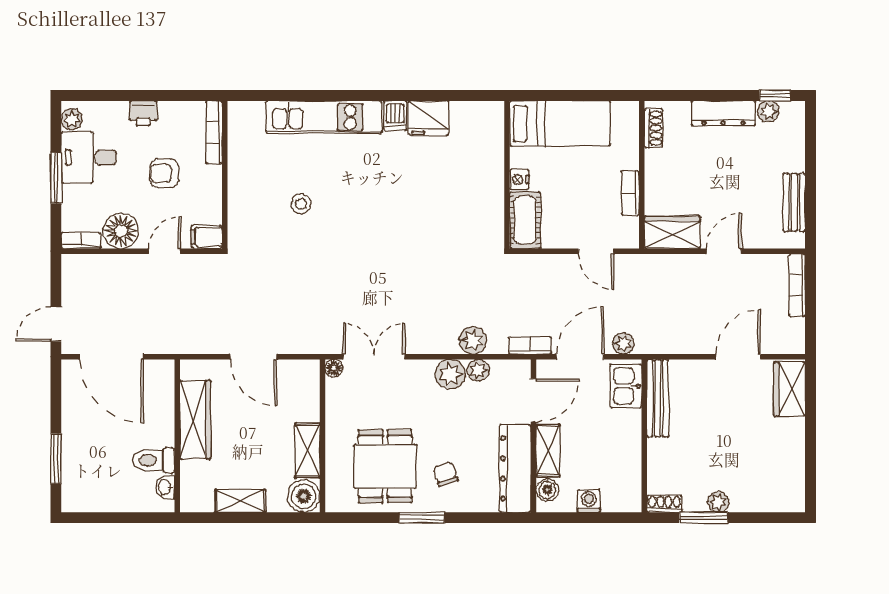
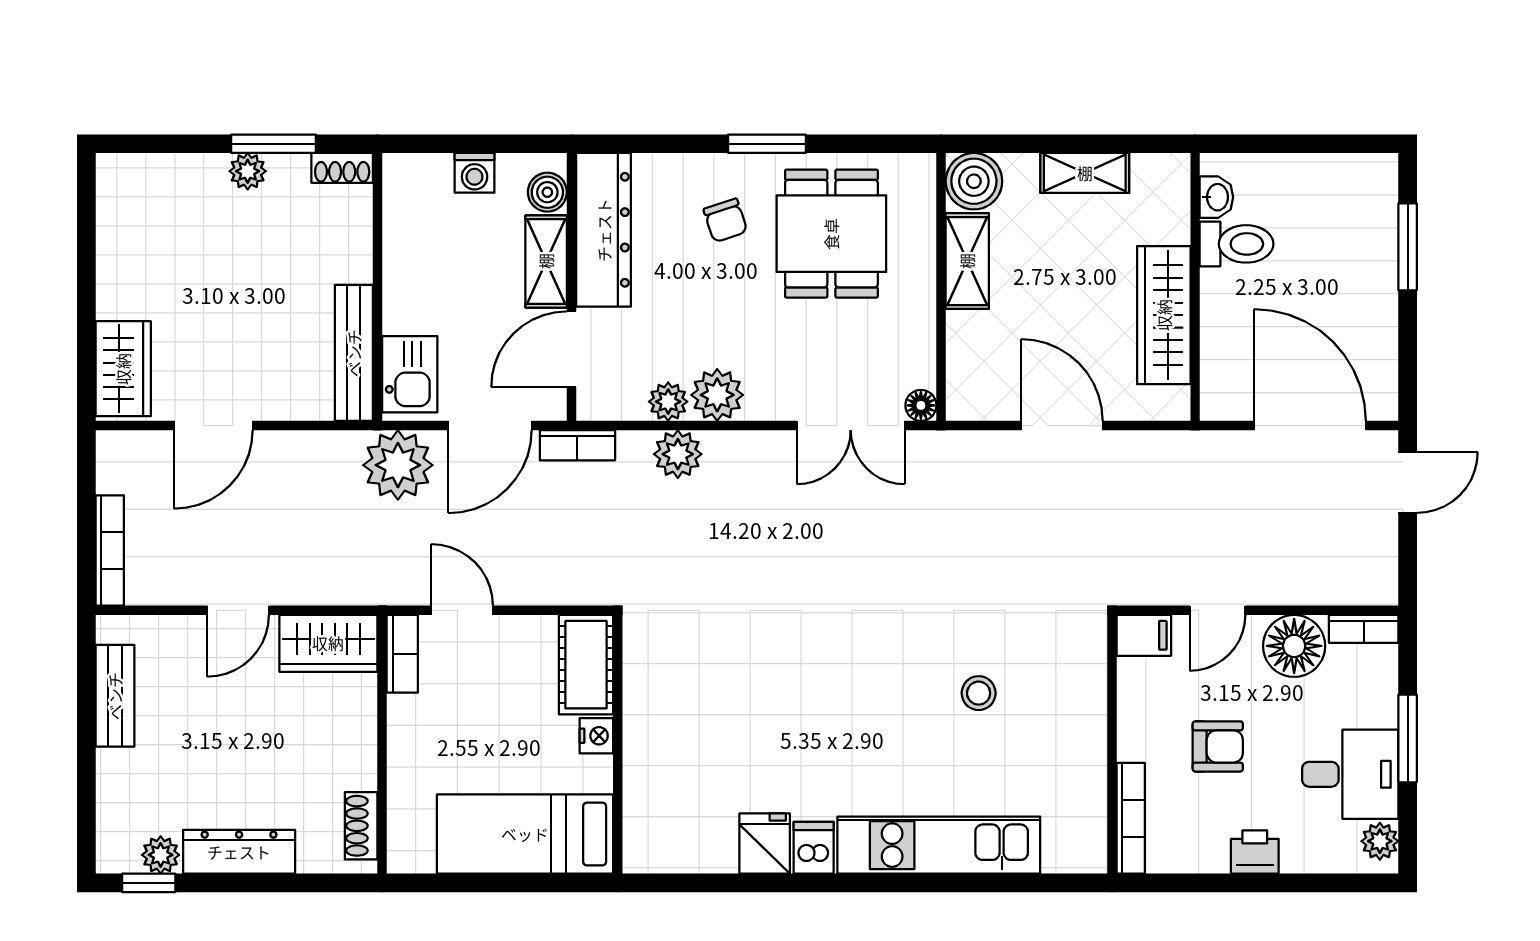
fridge: (429, 118) -> (765, 844), width x0.72
bookcase: (630, 193) -> (402, 654), moved
plant: (623, 343) -> (398, 465), width x1.87, depth x1.87

